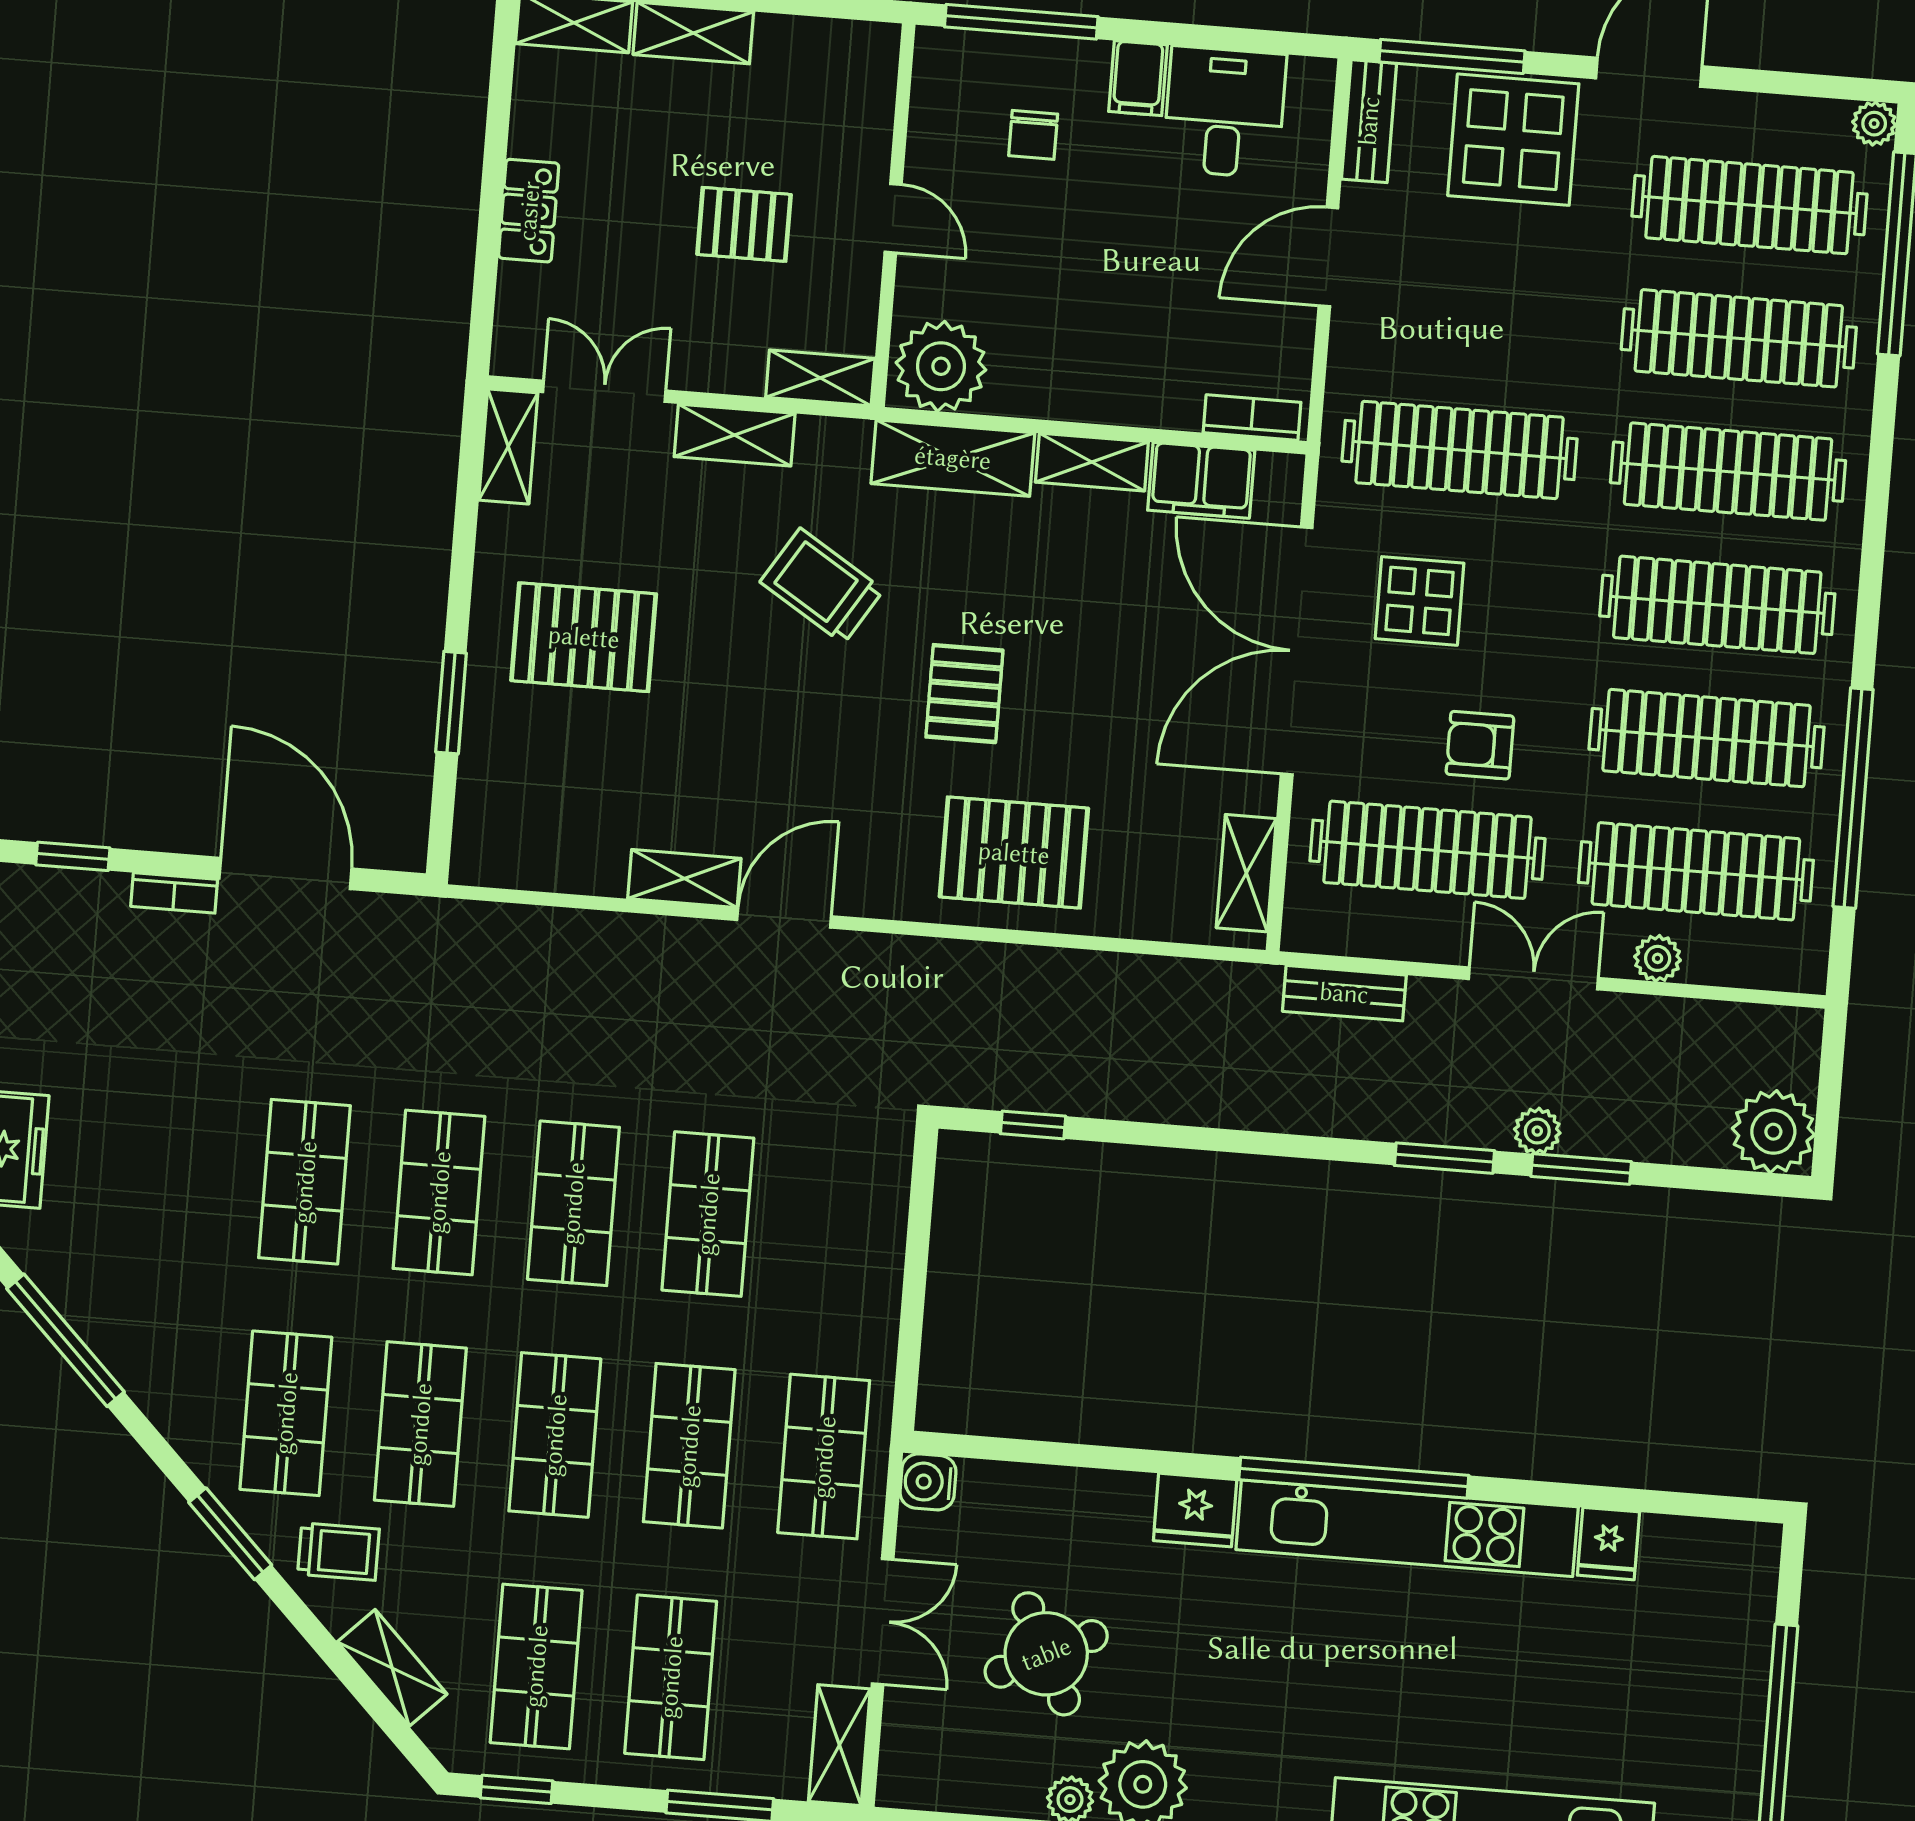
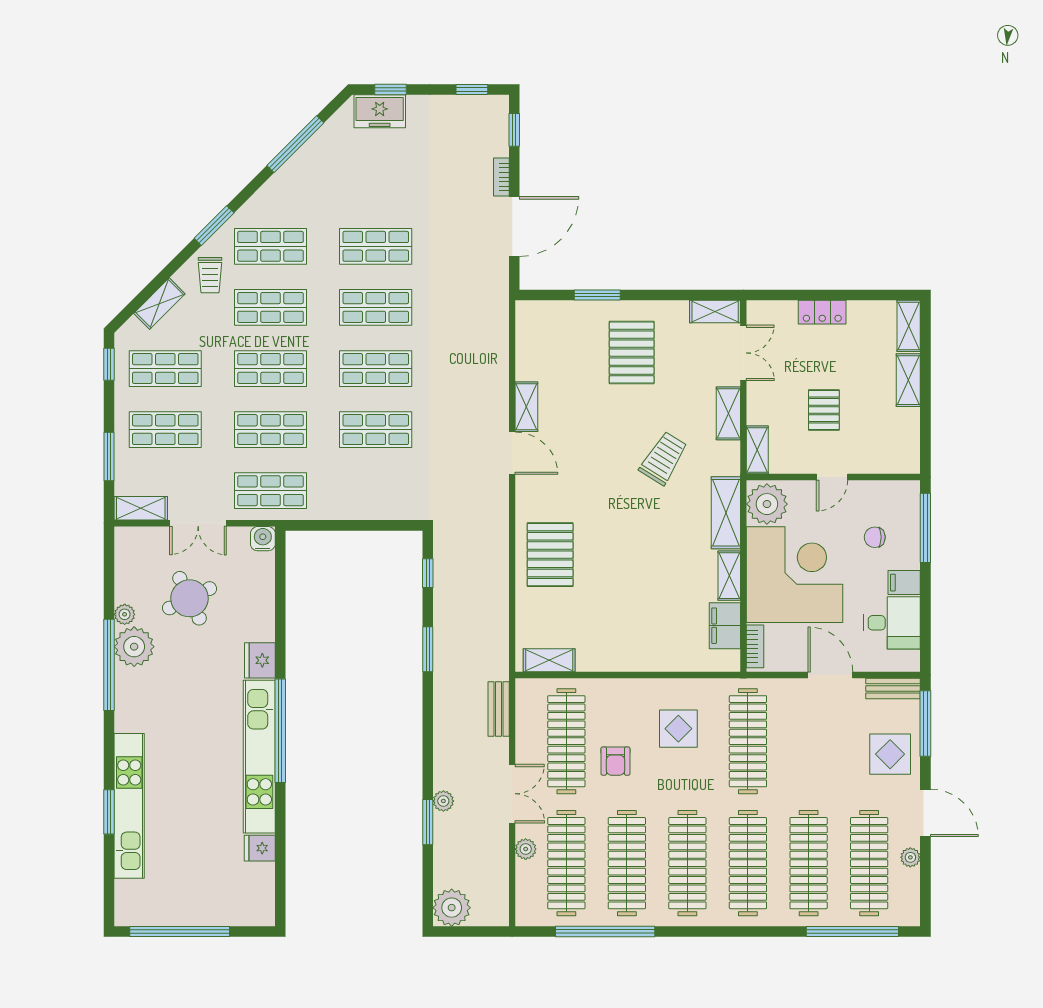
plant: (1874, 124) -> (910, 857), moved
display table: (1513, 140) -> (890, 754), width x0.73, depth x0.73
corner desk: (1101, 318) -> (795, 575), added
double door: (1297, 651) -> (651, 675), removed
pallet: (964, 694) -> (620, 527), removed
armchair: (1480, 745) -> (615, 761), turned 180
window: (1445, 1158) -> (428, 649), moved

